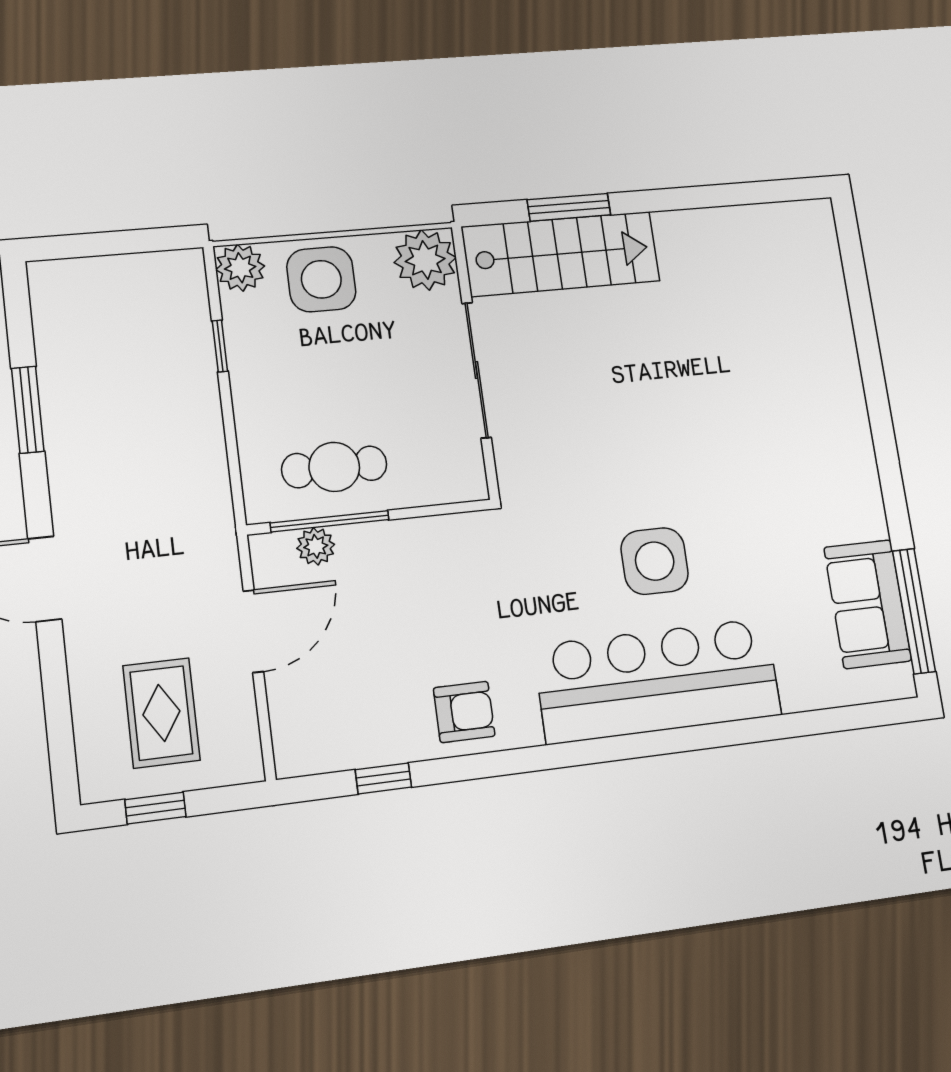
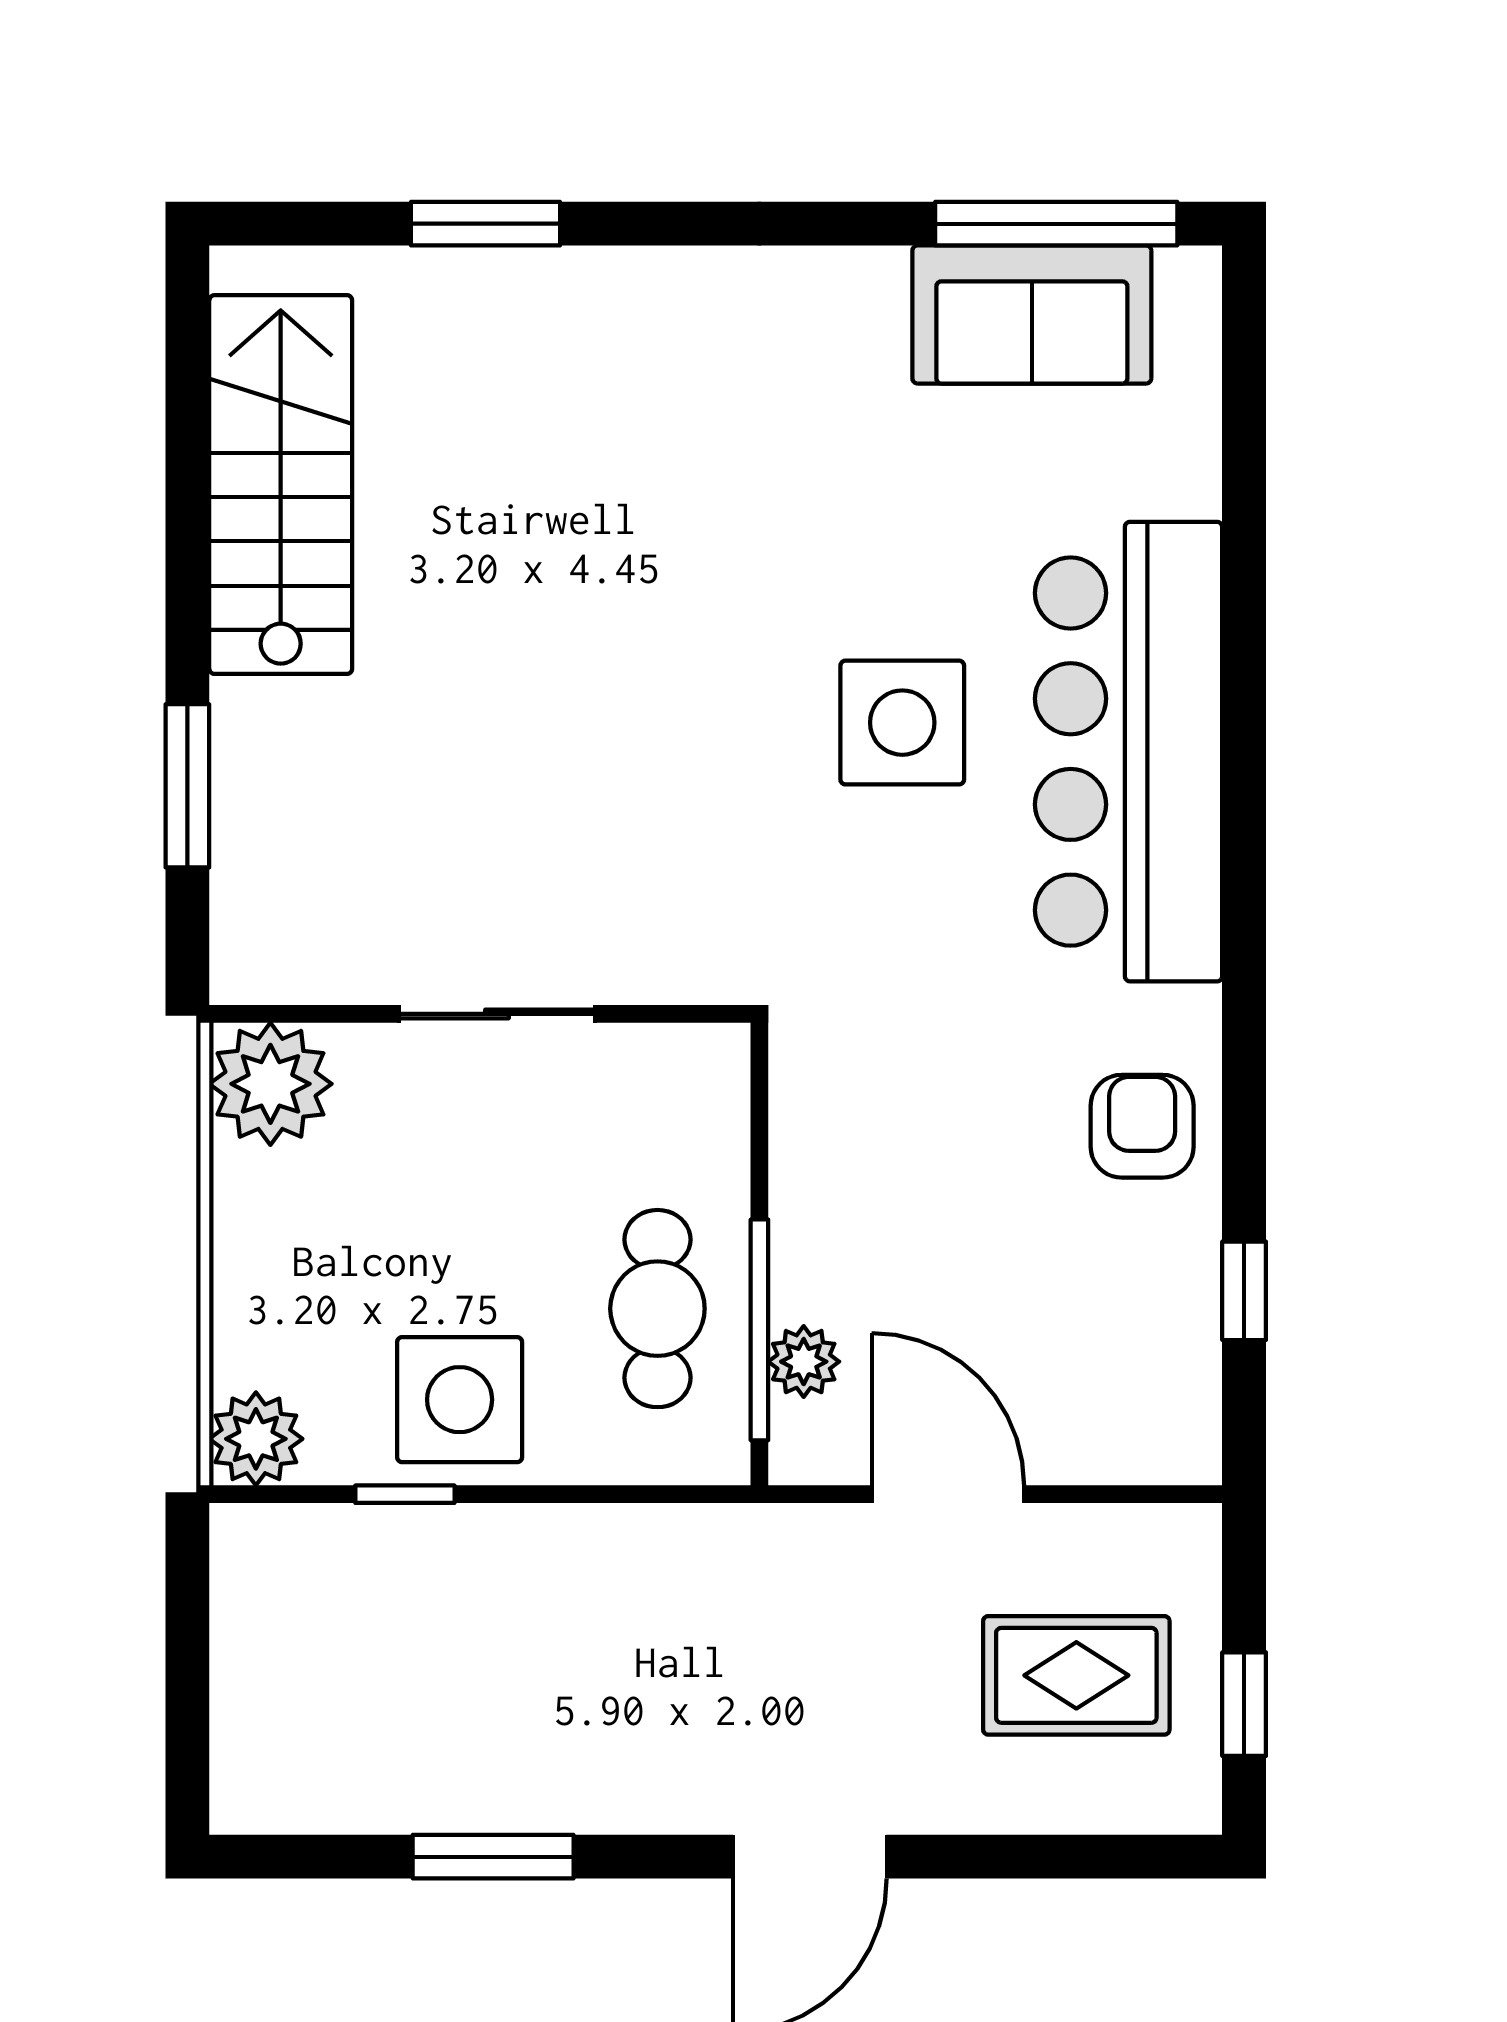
stairs: (561, 254) -> (281, 485), moved
side table: (321, 279) -> (460, 1400), moved
window: (865, 328) -> (485, 224), added
sliding door: (477, 370) -> (497, 1014), width x0.73

